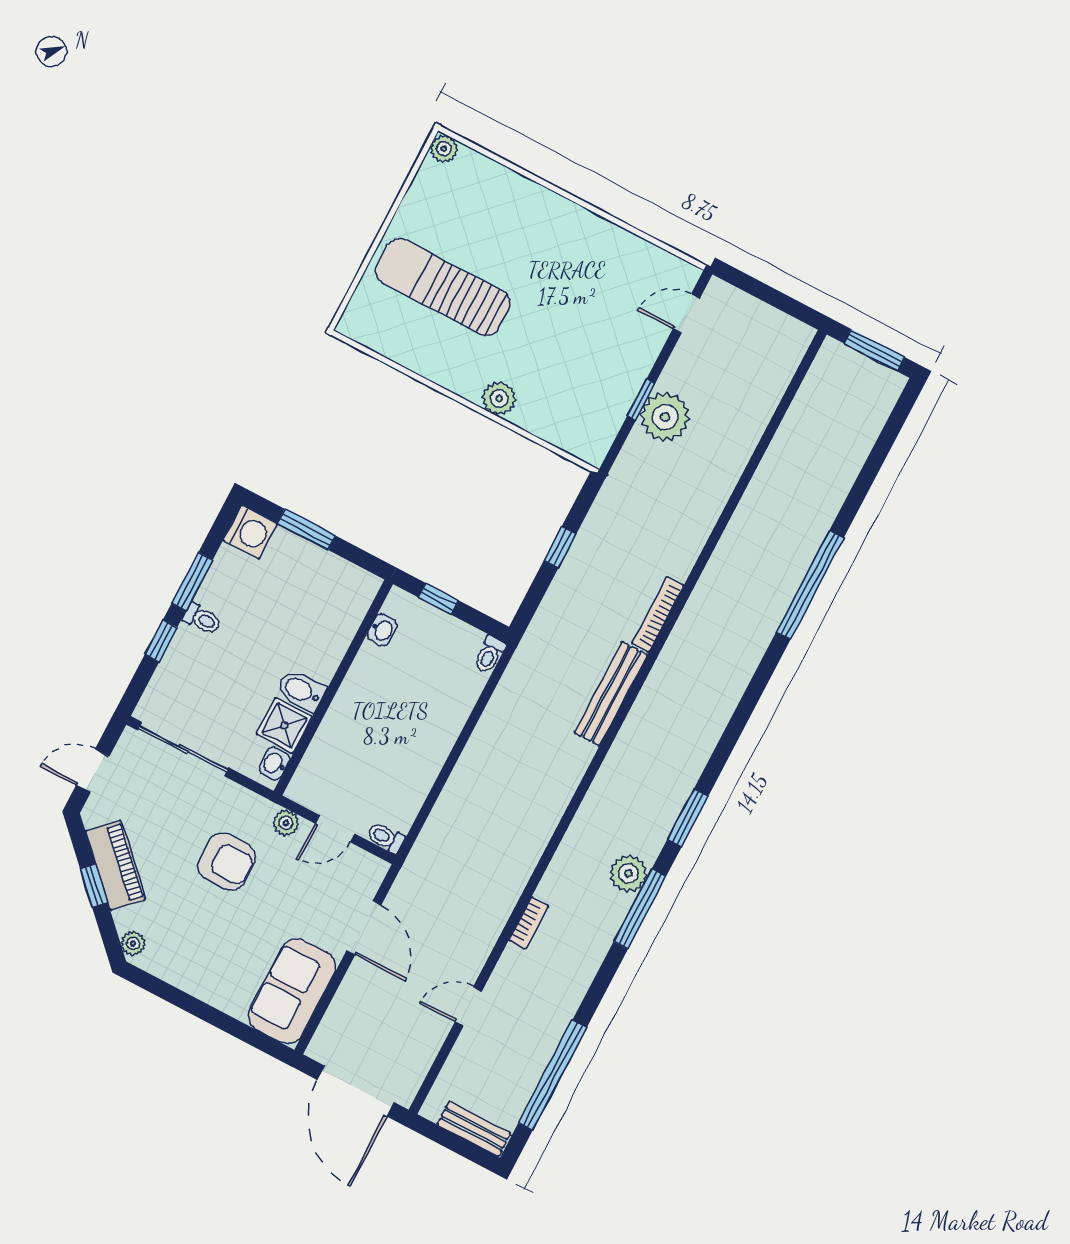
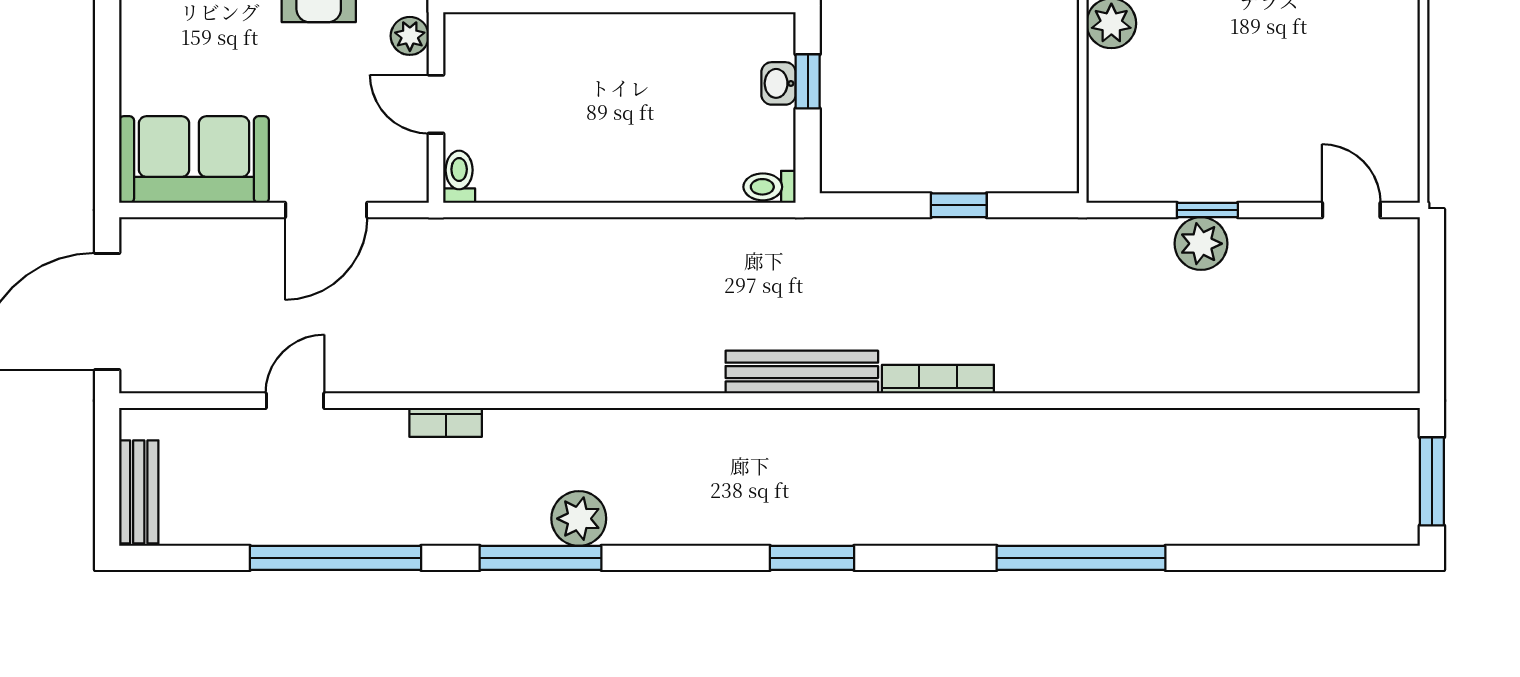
plant: (665, 417) -> (1201, 244), width x0.73, depth x0.73
washbasin: (382, 630) -> (778, 83), moved, turned 90
window: (688, 818) -> (812, 558), moved
door: (468, 1007) -> (295, 401), hinge flipped
window: (552, 1075) -> (335, 558), moved

